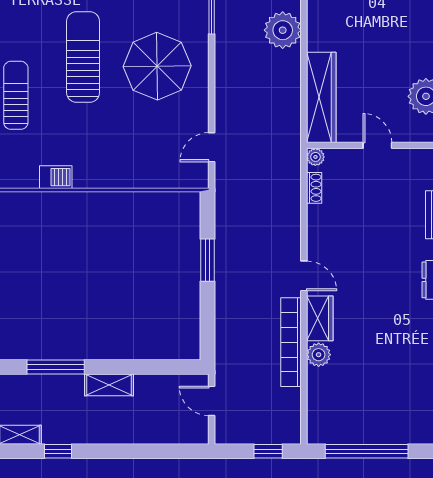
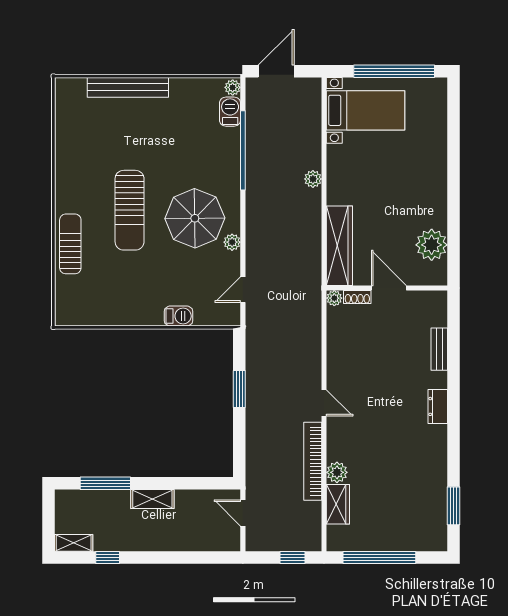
plant: (283, 30) -> (313, 179), width x0.53, depth x0.53
sun lounger: (83, 57) -> (130, 210), turned 180
plant: (199, 93) -> (232, 242), added
door: (377, 145) -> (389, 288), width x1.38
barbecue: (56, 177) -> (179, 316), moved
shoe rack: (314, 188) -> (357, 297), moved, turned 90
wardrobe: (320, 318) -> (338, 504), moved

